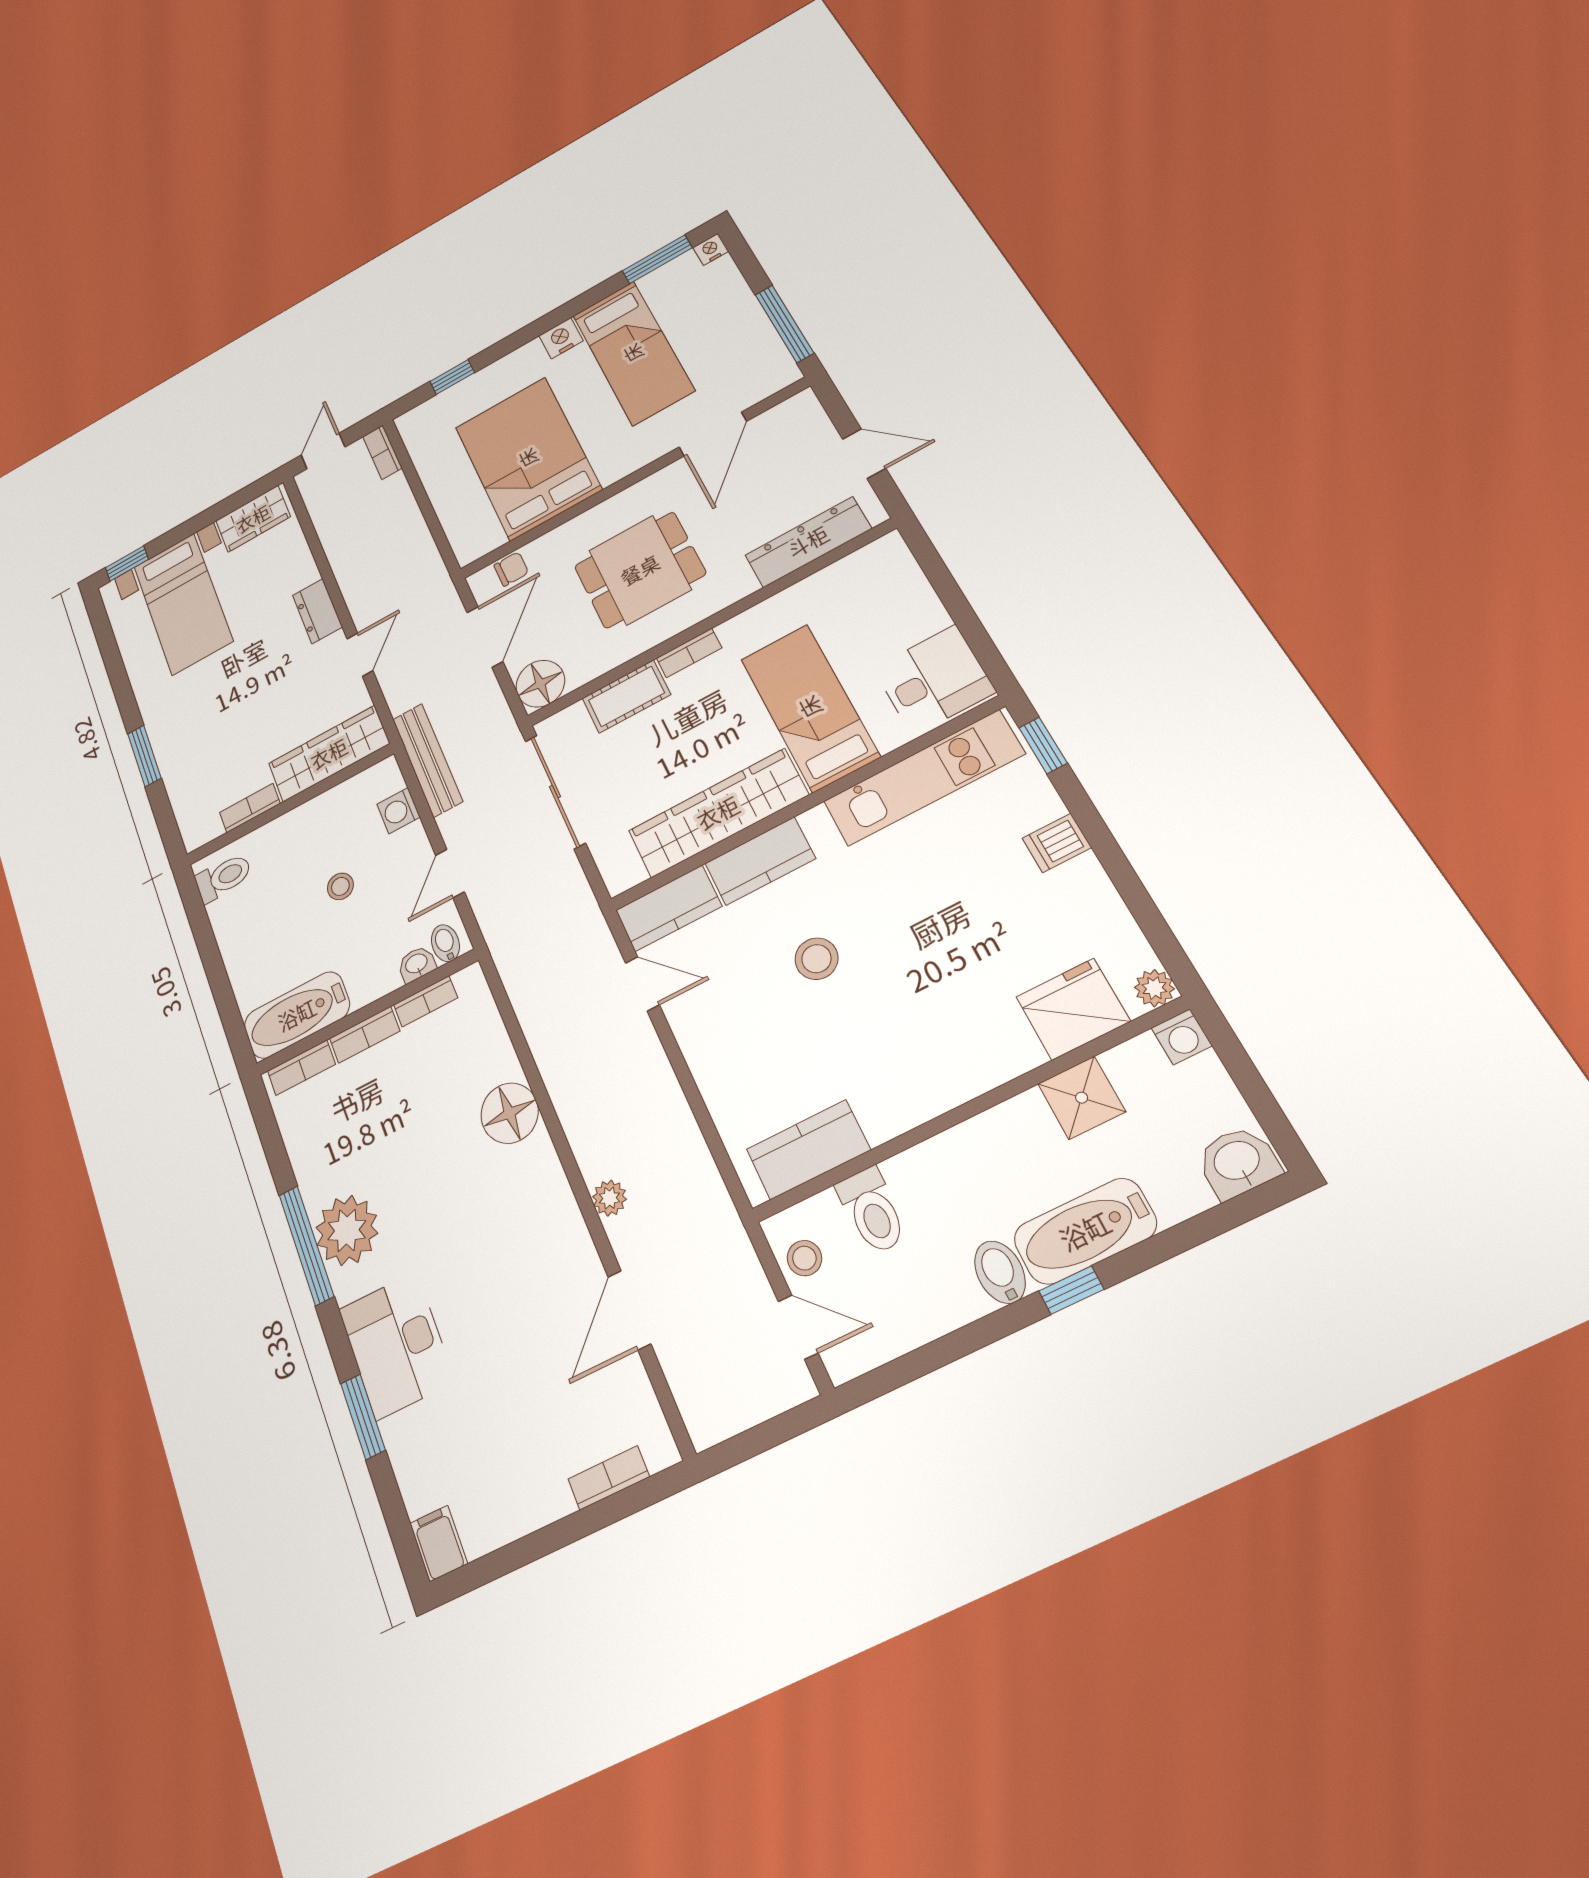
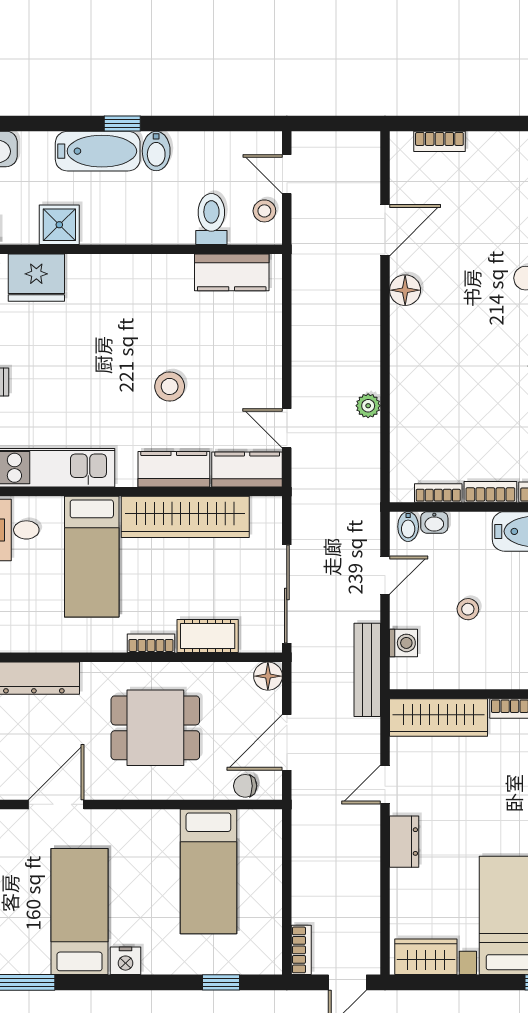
bed: (528, 458) -> (208, 872), width x0.67
floor lamp: (540, 684) -> (268, 676), width x0.73, depth x0.73
floor lamp: (510, 1113) -> (405, 290), moved, width x0.73, depth x0.73
plant: (609, 1198) -> (368, 406), moved

